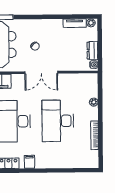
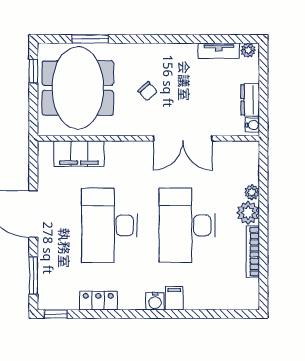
double door: (41, 72) -> (183, 138), moved
plant: (92, 114) -> (248, 213), added
filing cabinet: (29, 162) -> (174, 298), moved
water cooler: (40, 163) -> (155, 301), added

